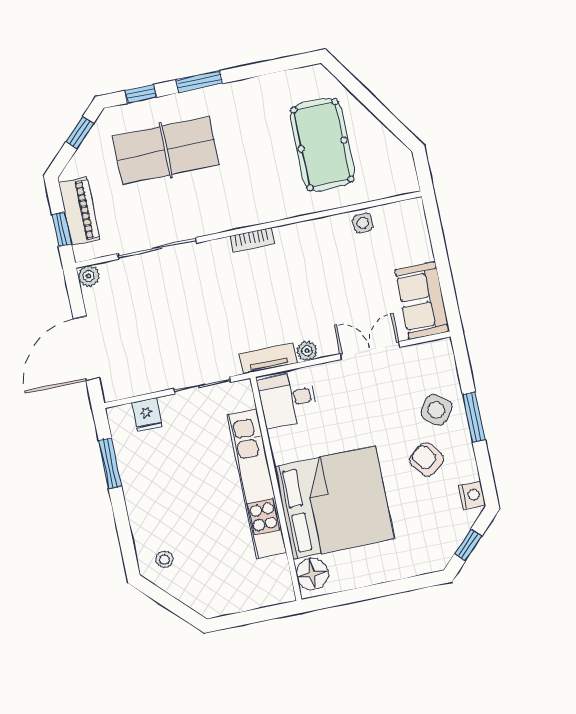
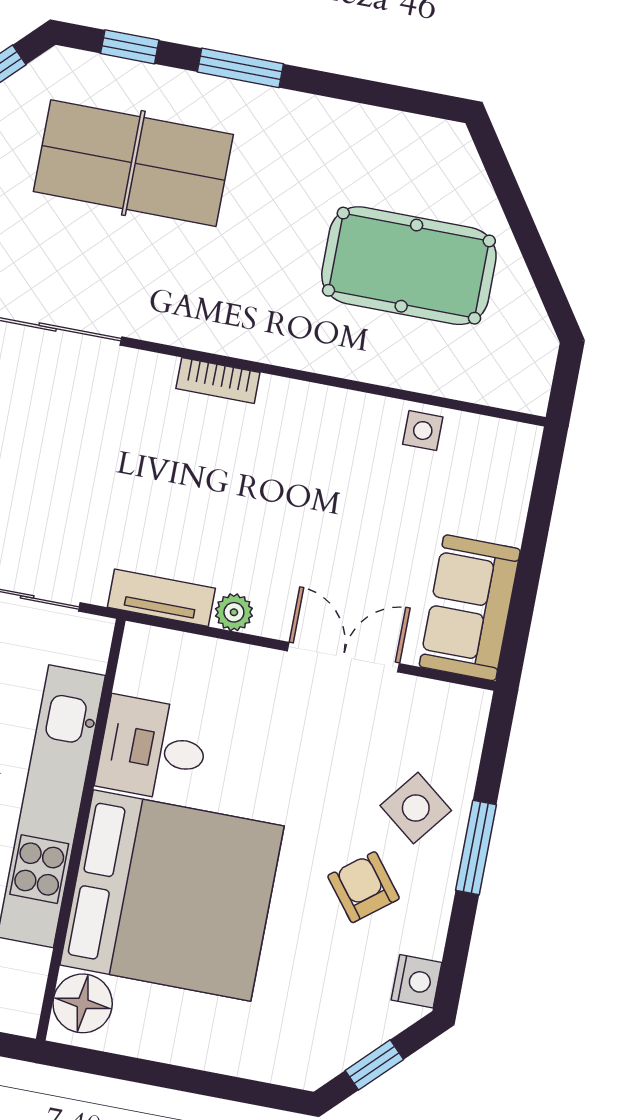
pool table: (322, 145) -> (409, 266), turned 90
desk: (288, 399) -> (153, 749), moved

